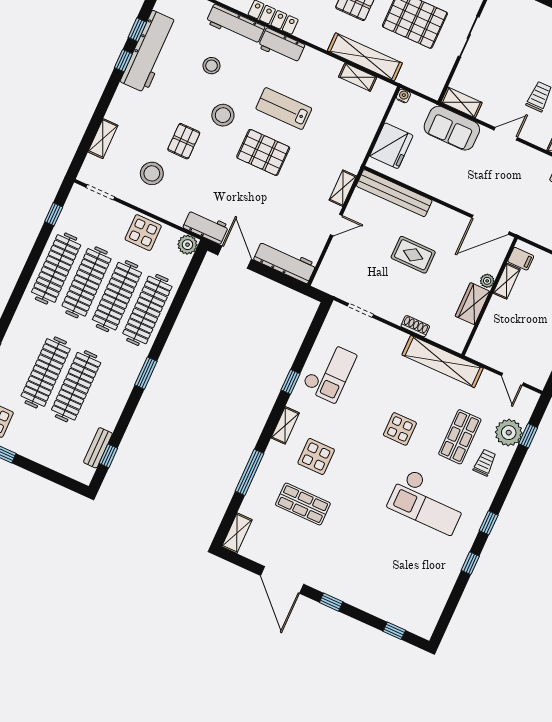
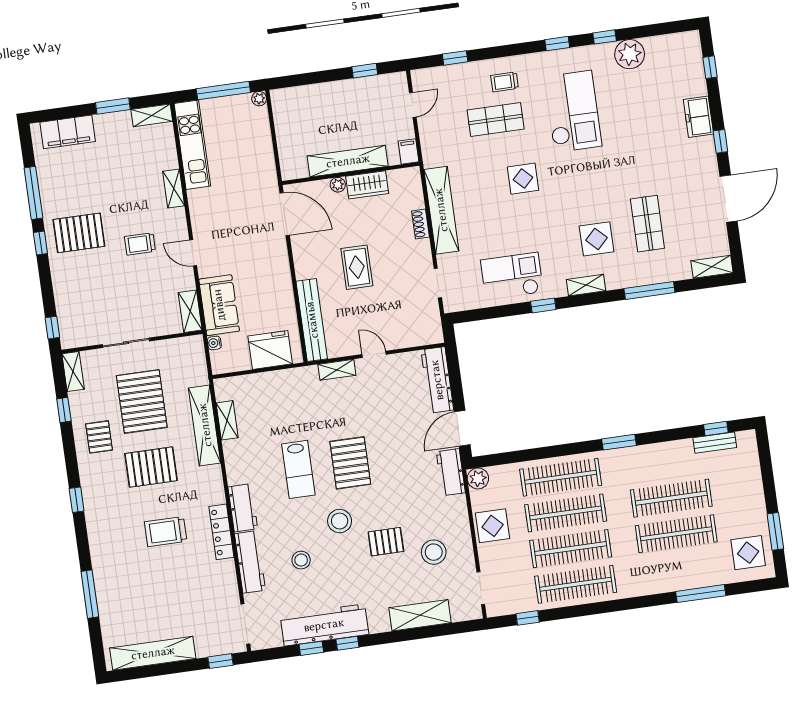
water cooler: (403, 96) -> (214, 343), moved
shelving: (103, 139) -> (420, 615), width x1.50, depth x1.33
filing cabinet: (521, 259) -> (408, 151), moved
shelving: (507, 281) -> (348, 161), width x2.20, depth x1.33
shelving: (443, 361) -> (441, 210), moved
plant: (509, 433) -> (630, 54), moved
freezer: (361, 597) -> (698, 117), added

